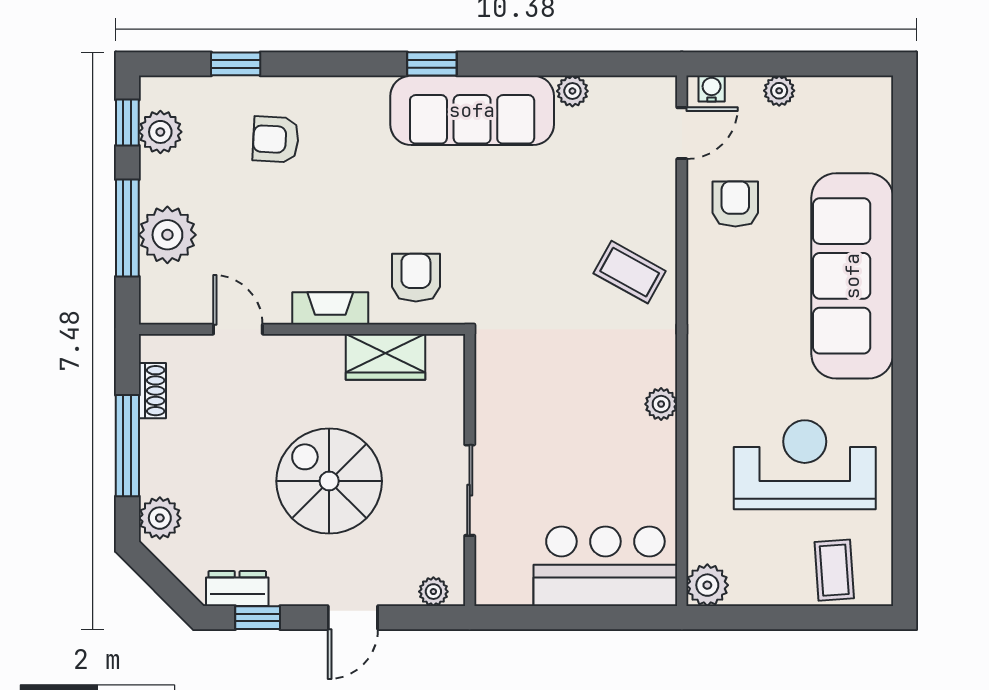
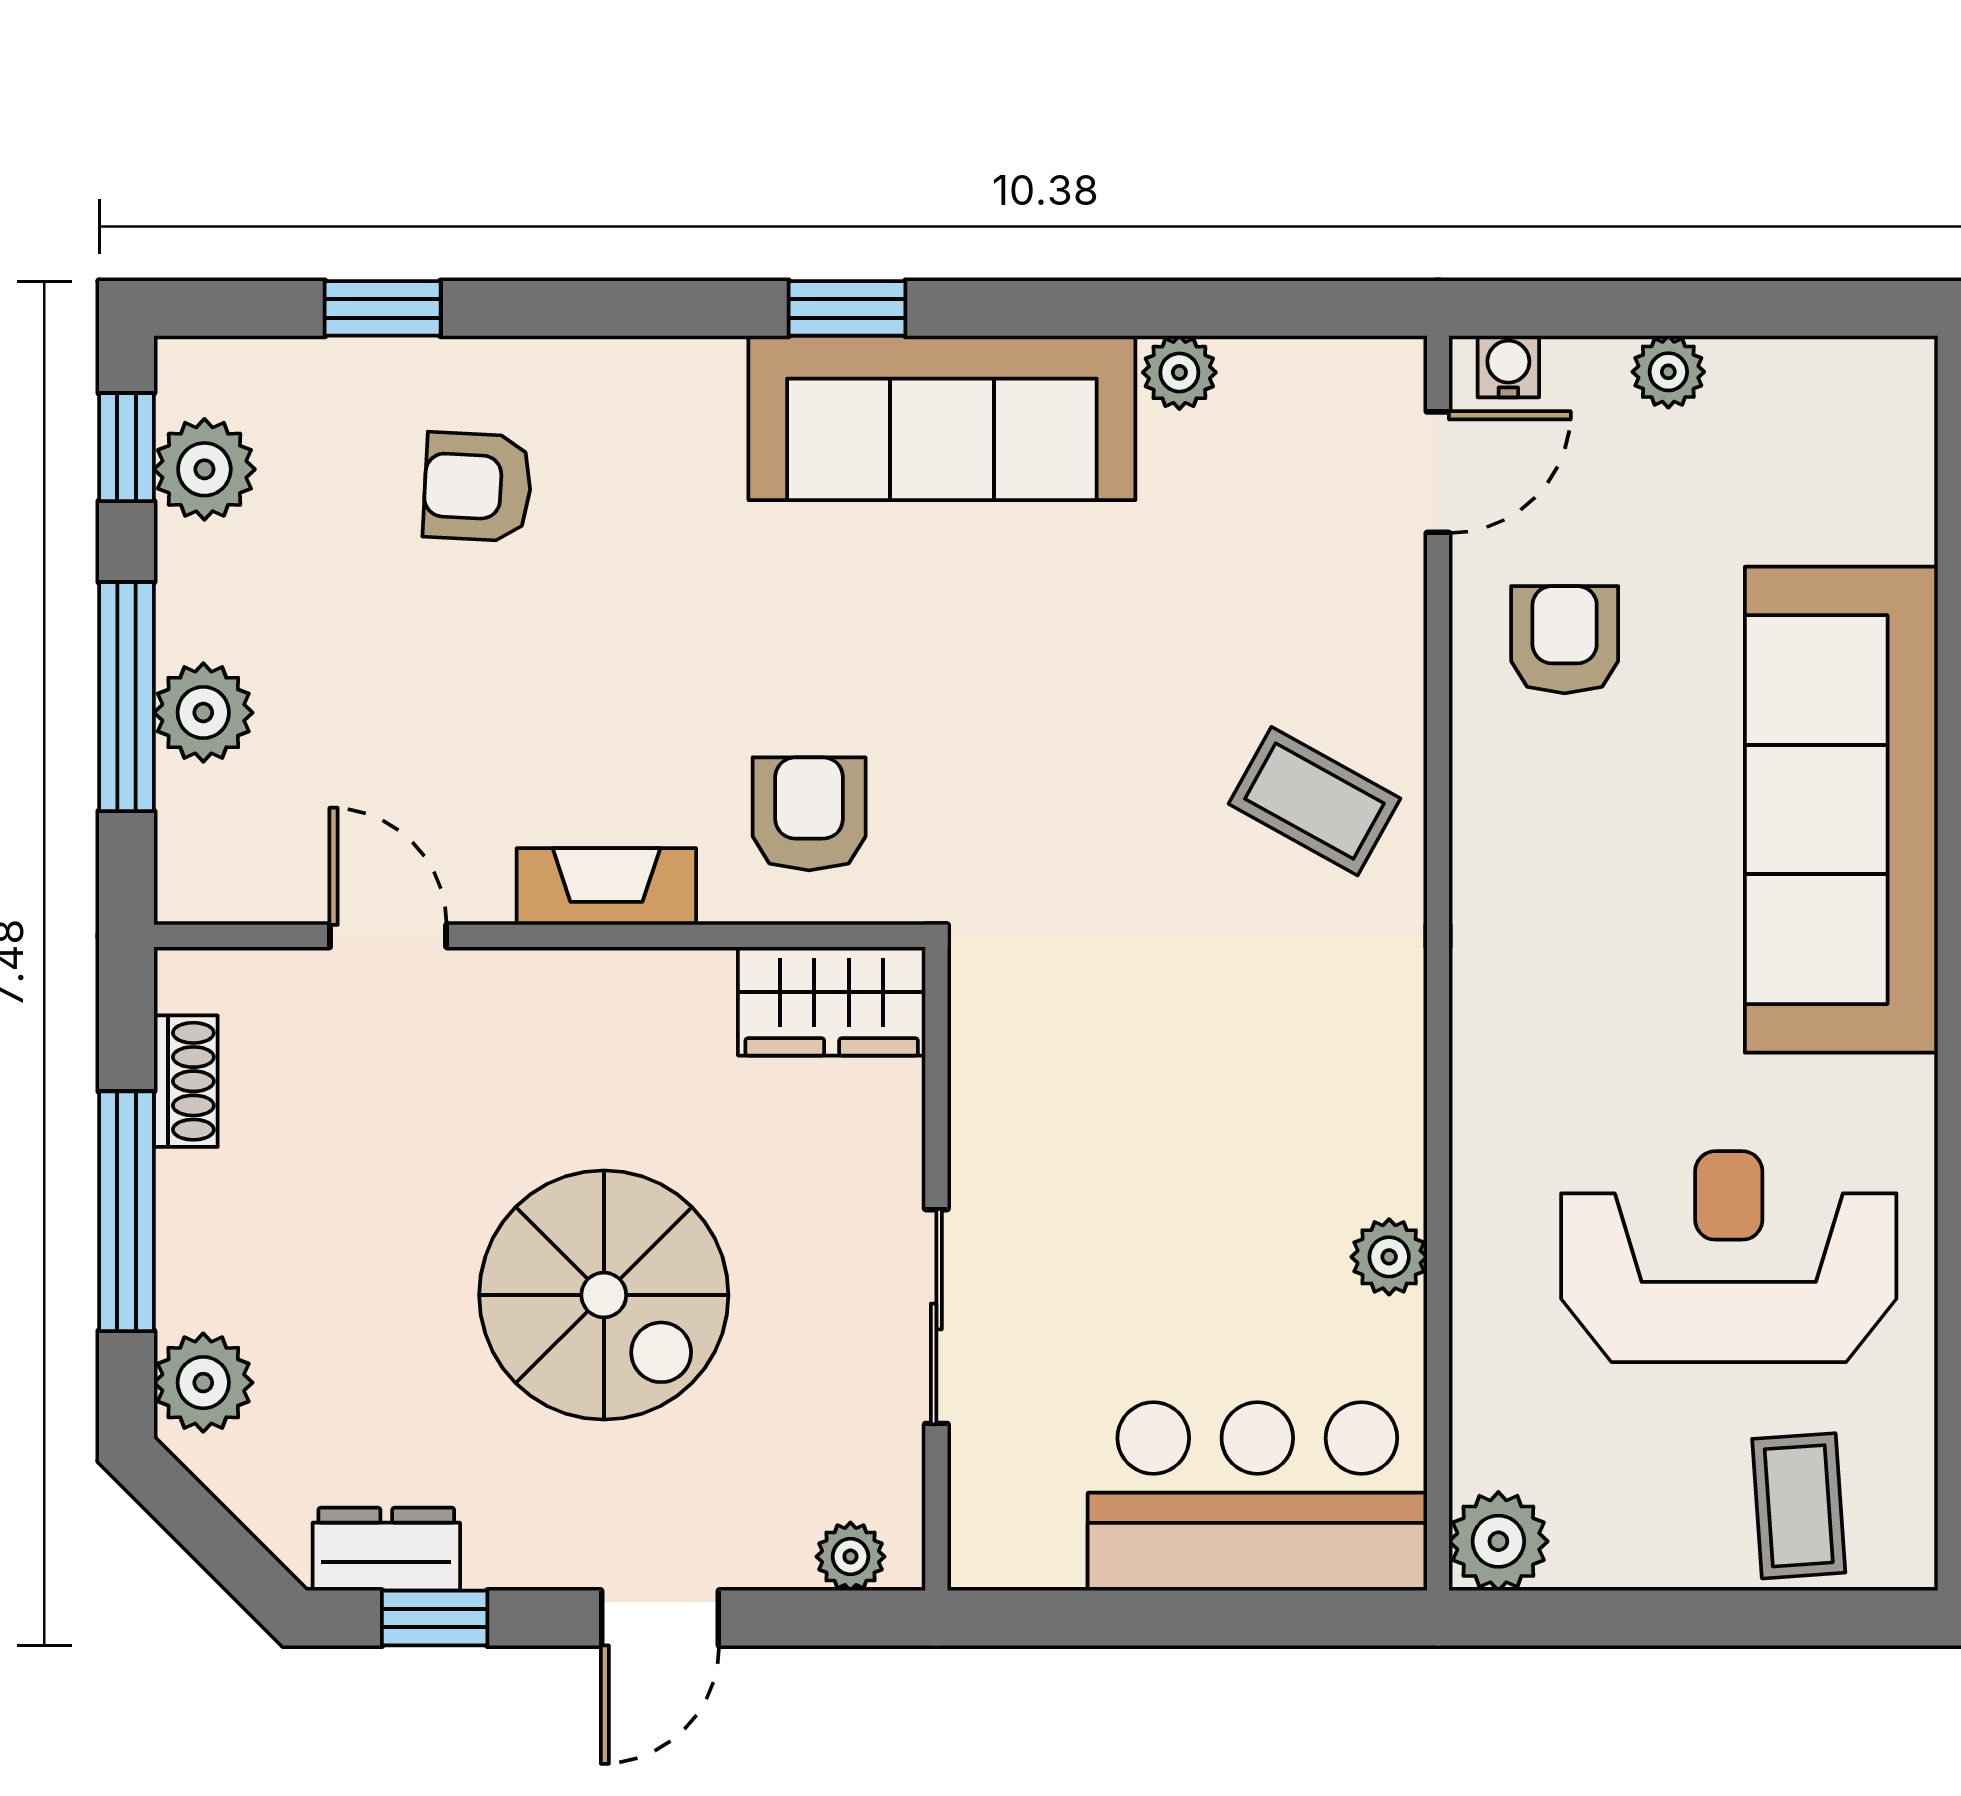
plant: (167, 235) -> (203, 713), width x0.73, depth x0.73
wardrobe: (386, 357) -> (832, 1001), moved
plant: (661, 404) -> (1389, 1257), moved
spiral stairs: (329, 481) -> (604, 1295), turned 180

